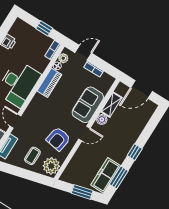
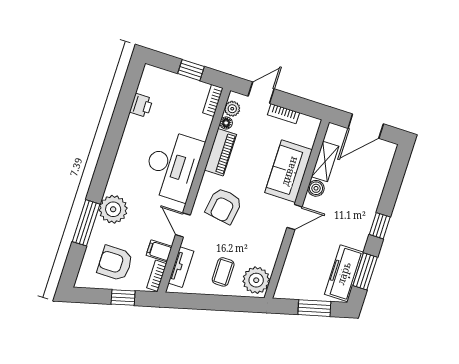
armchair: (58, 139) -> (224, 206), moved

